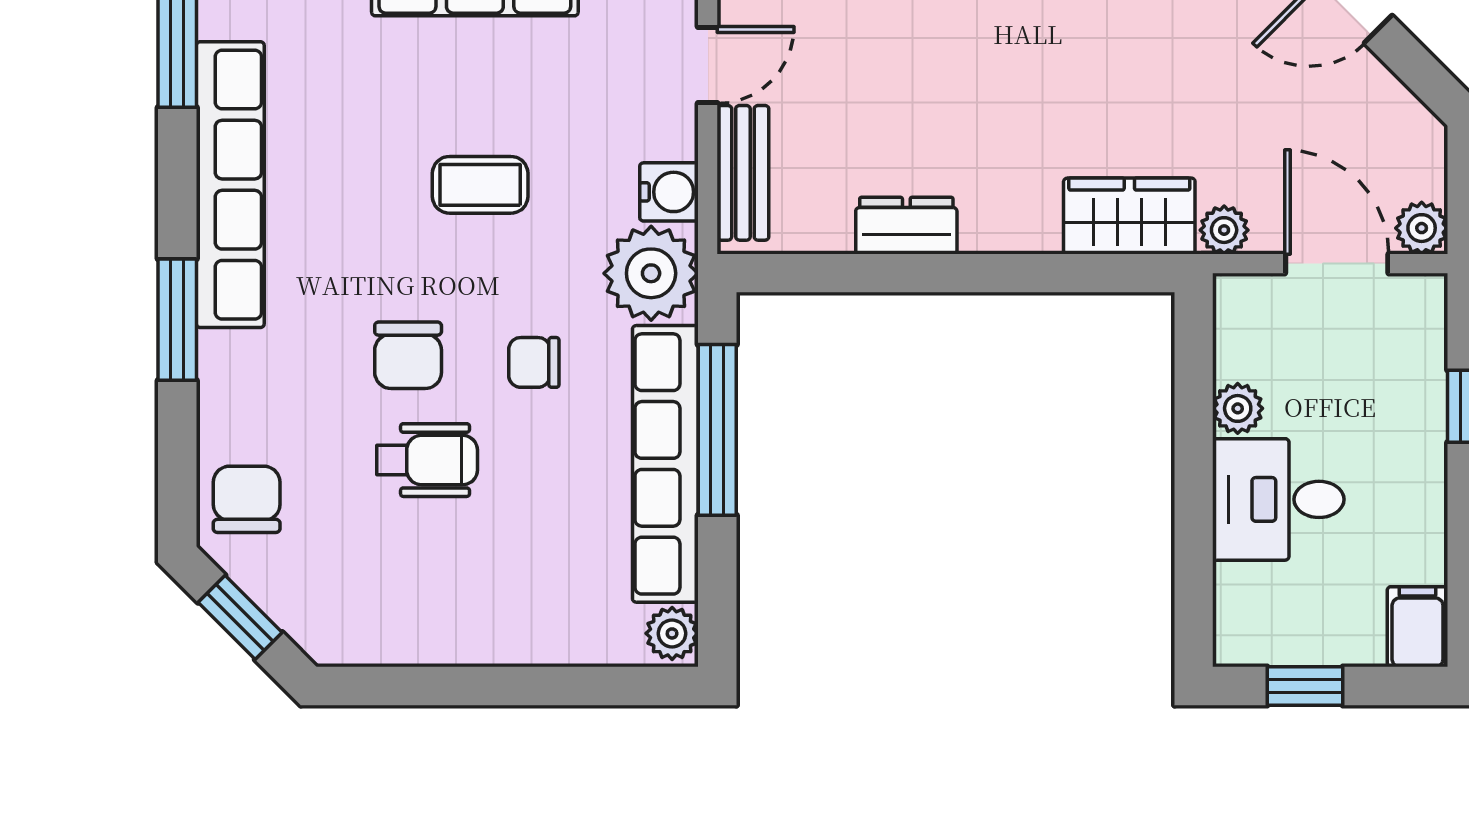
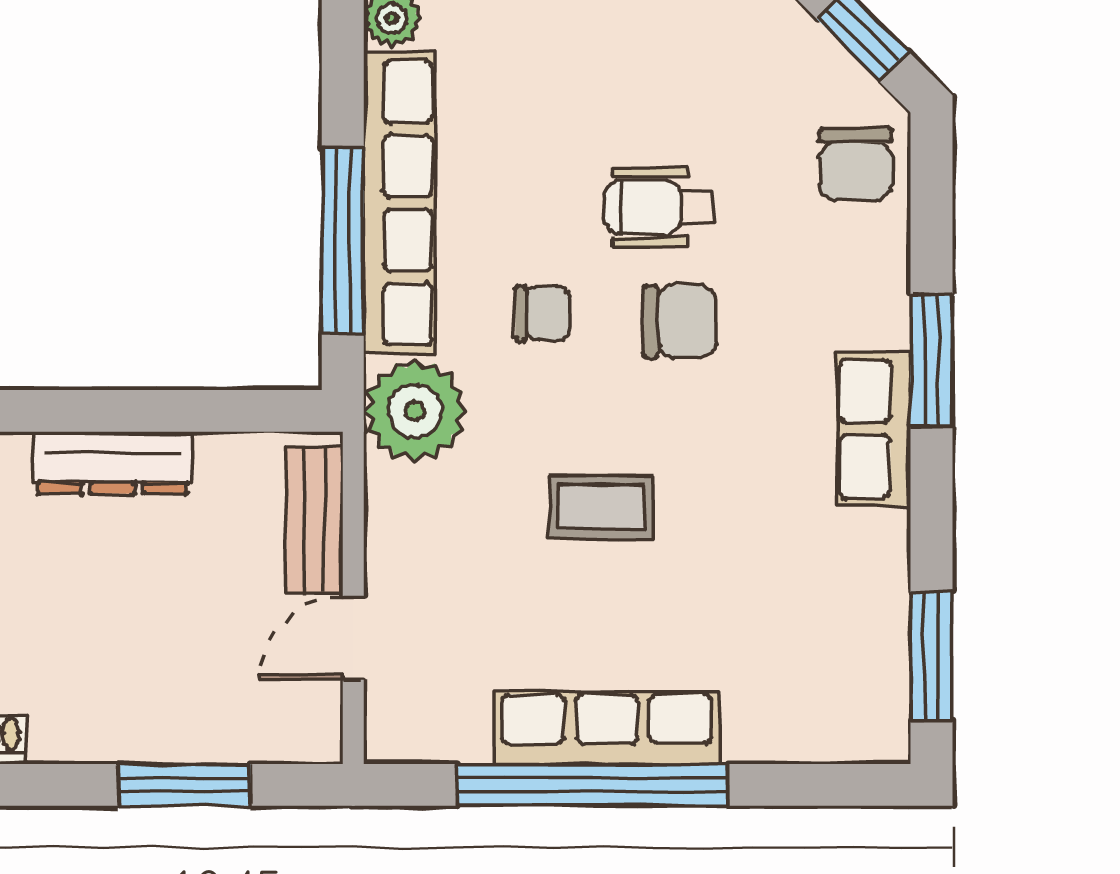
row of seats: (230, 185) -> (874, 429), width x0.50
water cooler: (669, 192) -> (395, 500), removed
dresser: (906, 226) -> (112, 463), width x1.44
chair: (408, 355) -> (680, 321), turned 90

